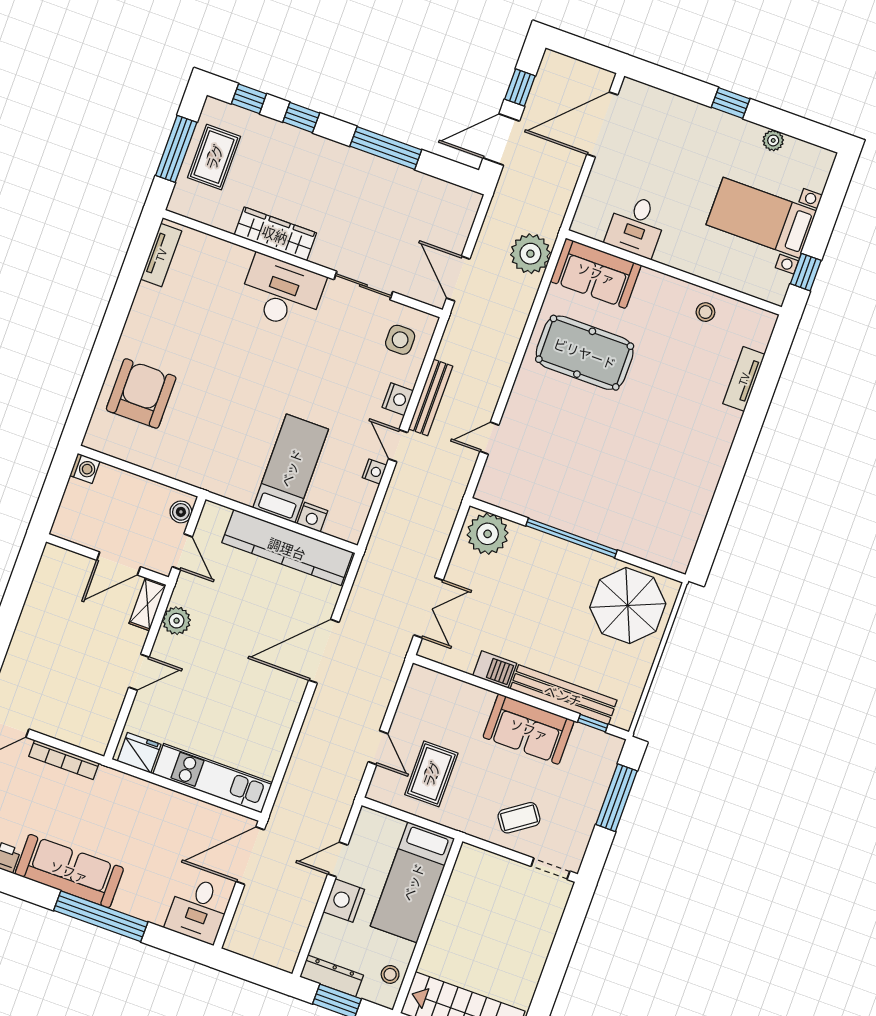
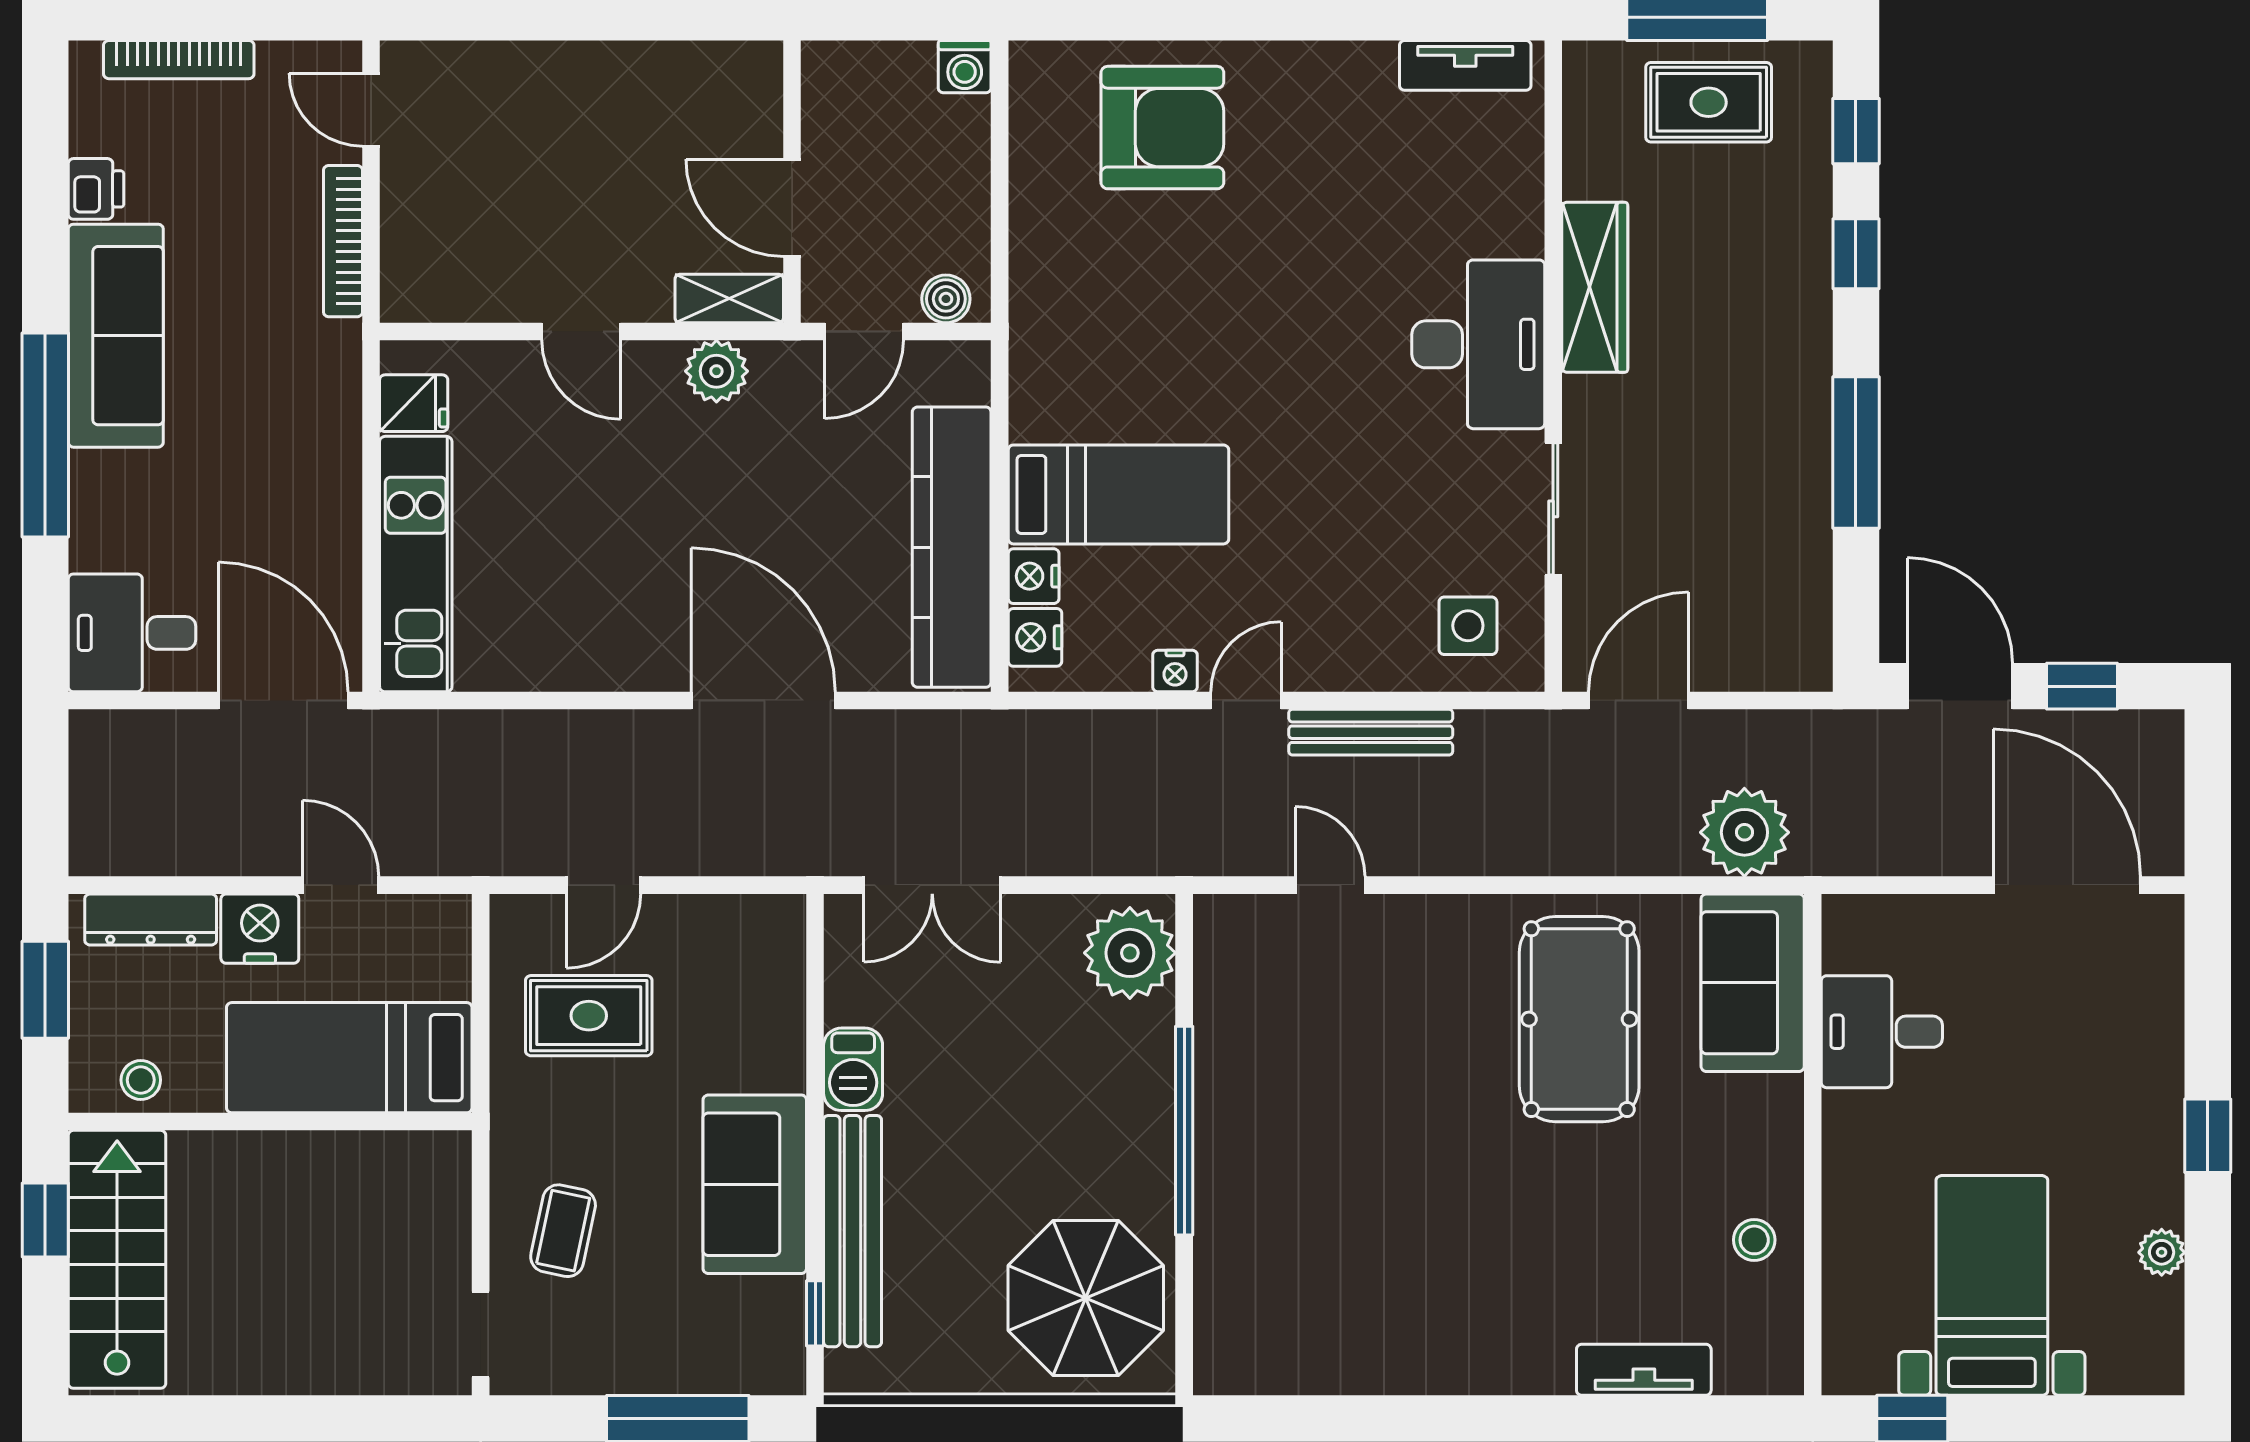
nightstand: (398, 399) -> (1035, 637), moved, turned 90
fridge: (139, 753) -> (414, 403), width x0.72
coffee table: (519, 818) -> (563, 1231), turned 47
dresser: (332, 976) -> (151, 920), moved, turned 90

